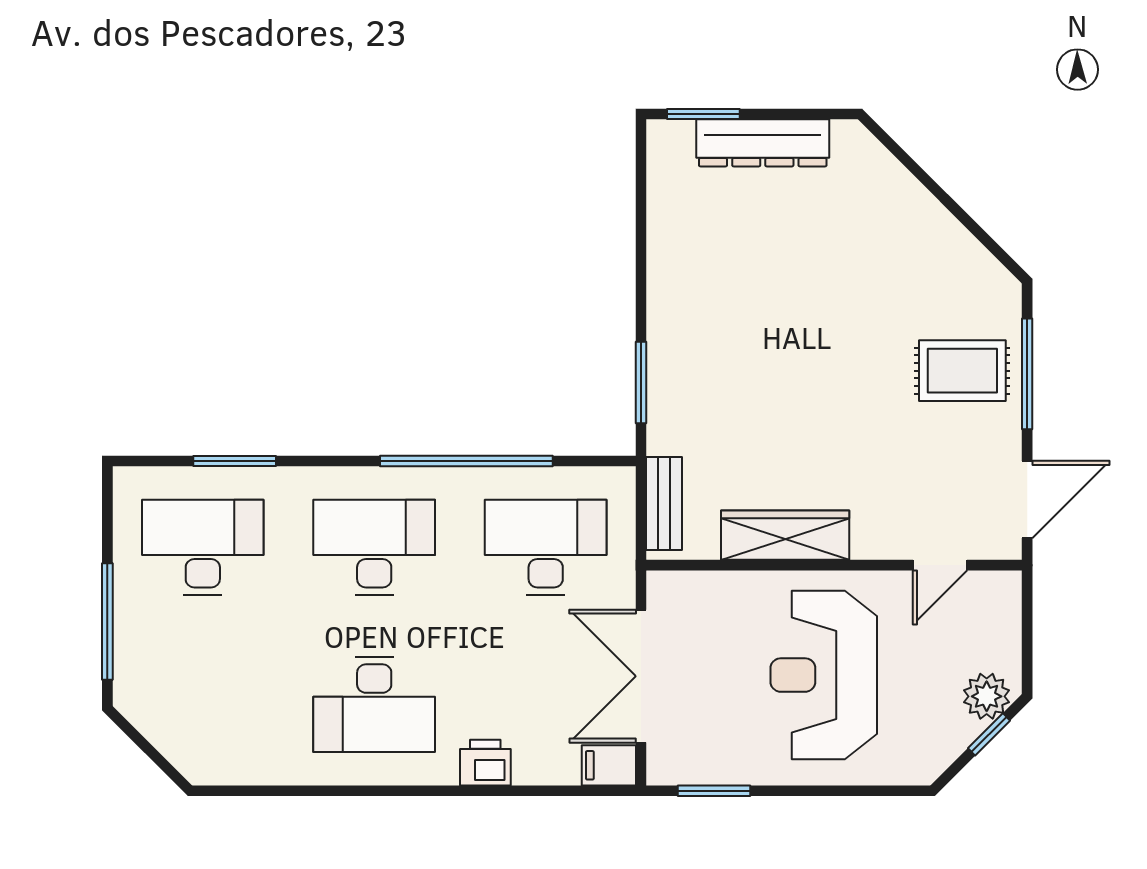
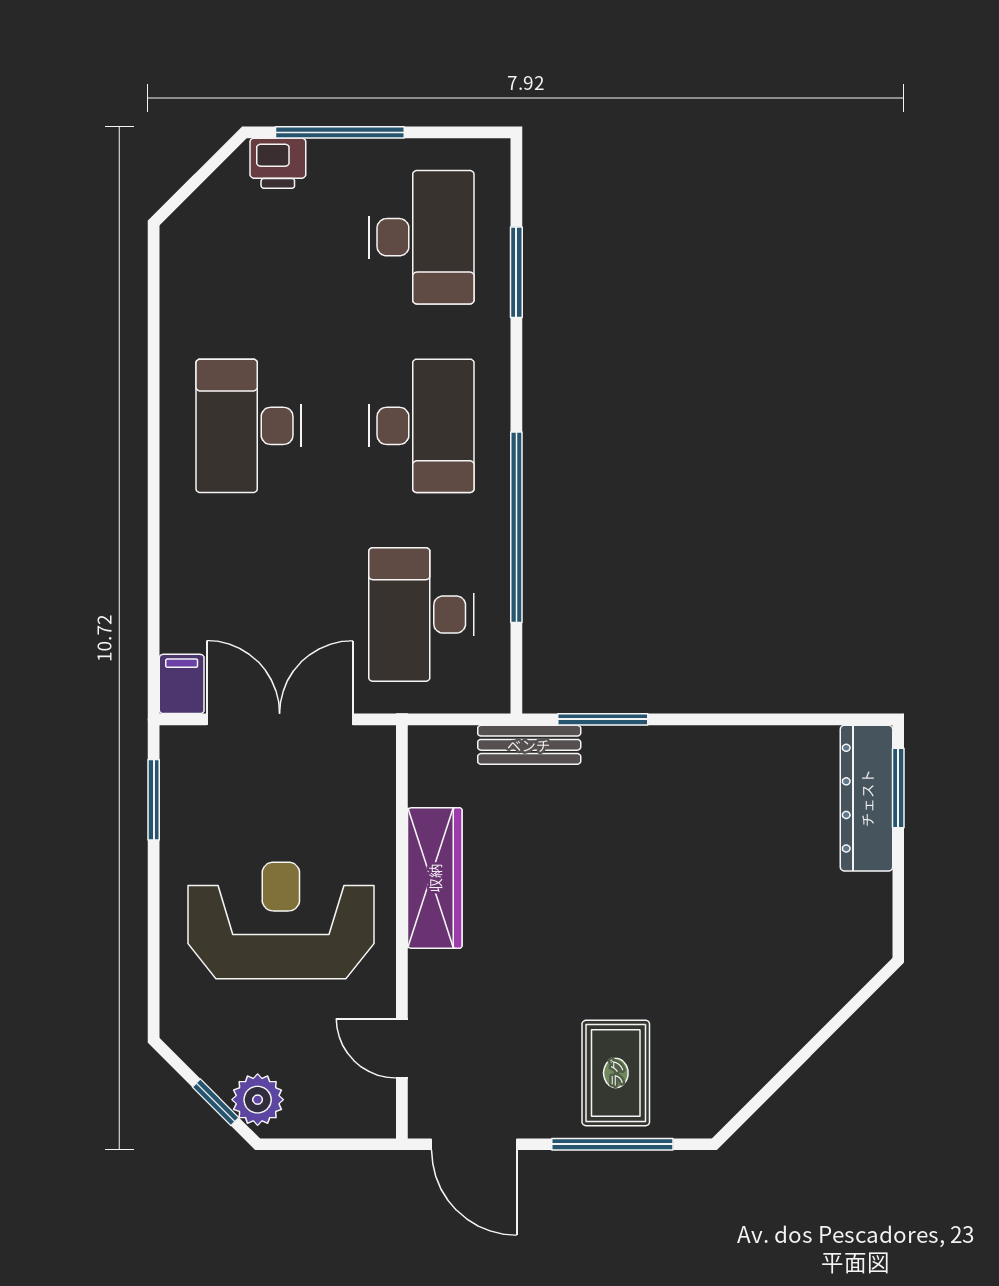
dresser: (763, 143) -> (867, 798), moved
bench: (664, 503) -> (529, 745), moved
desk: (546, 547) -> (421, 615), turned 180
printer: (485, 763) -> (278, 163), moved, turned 90

